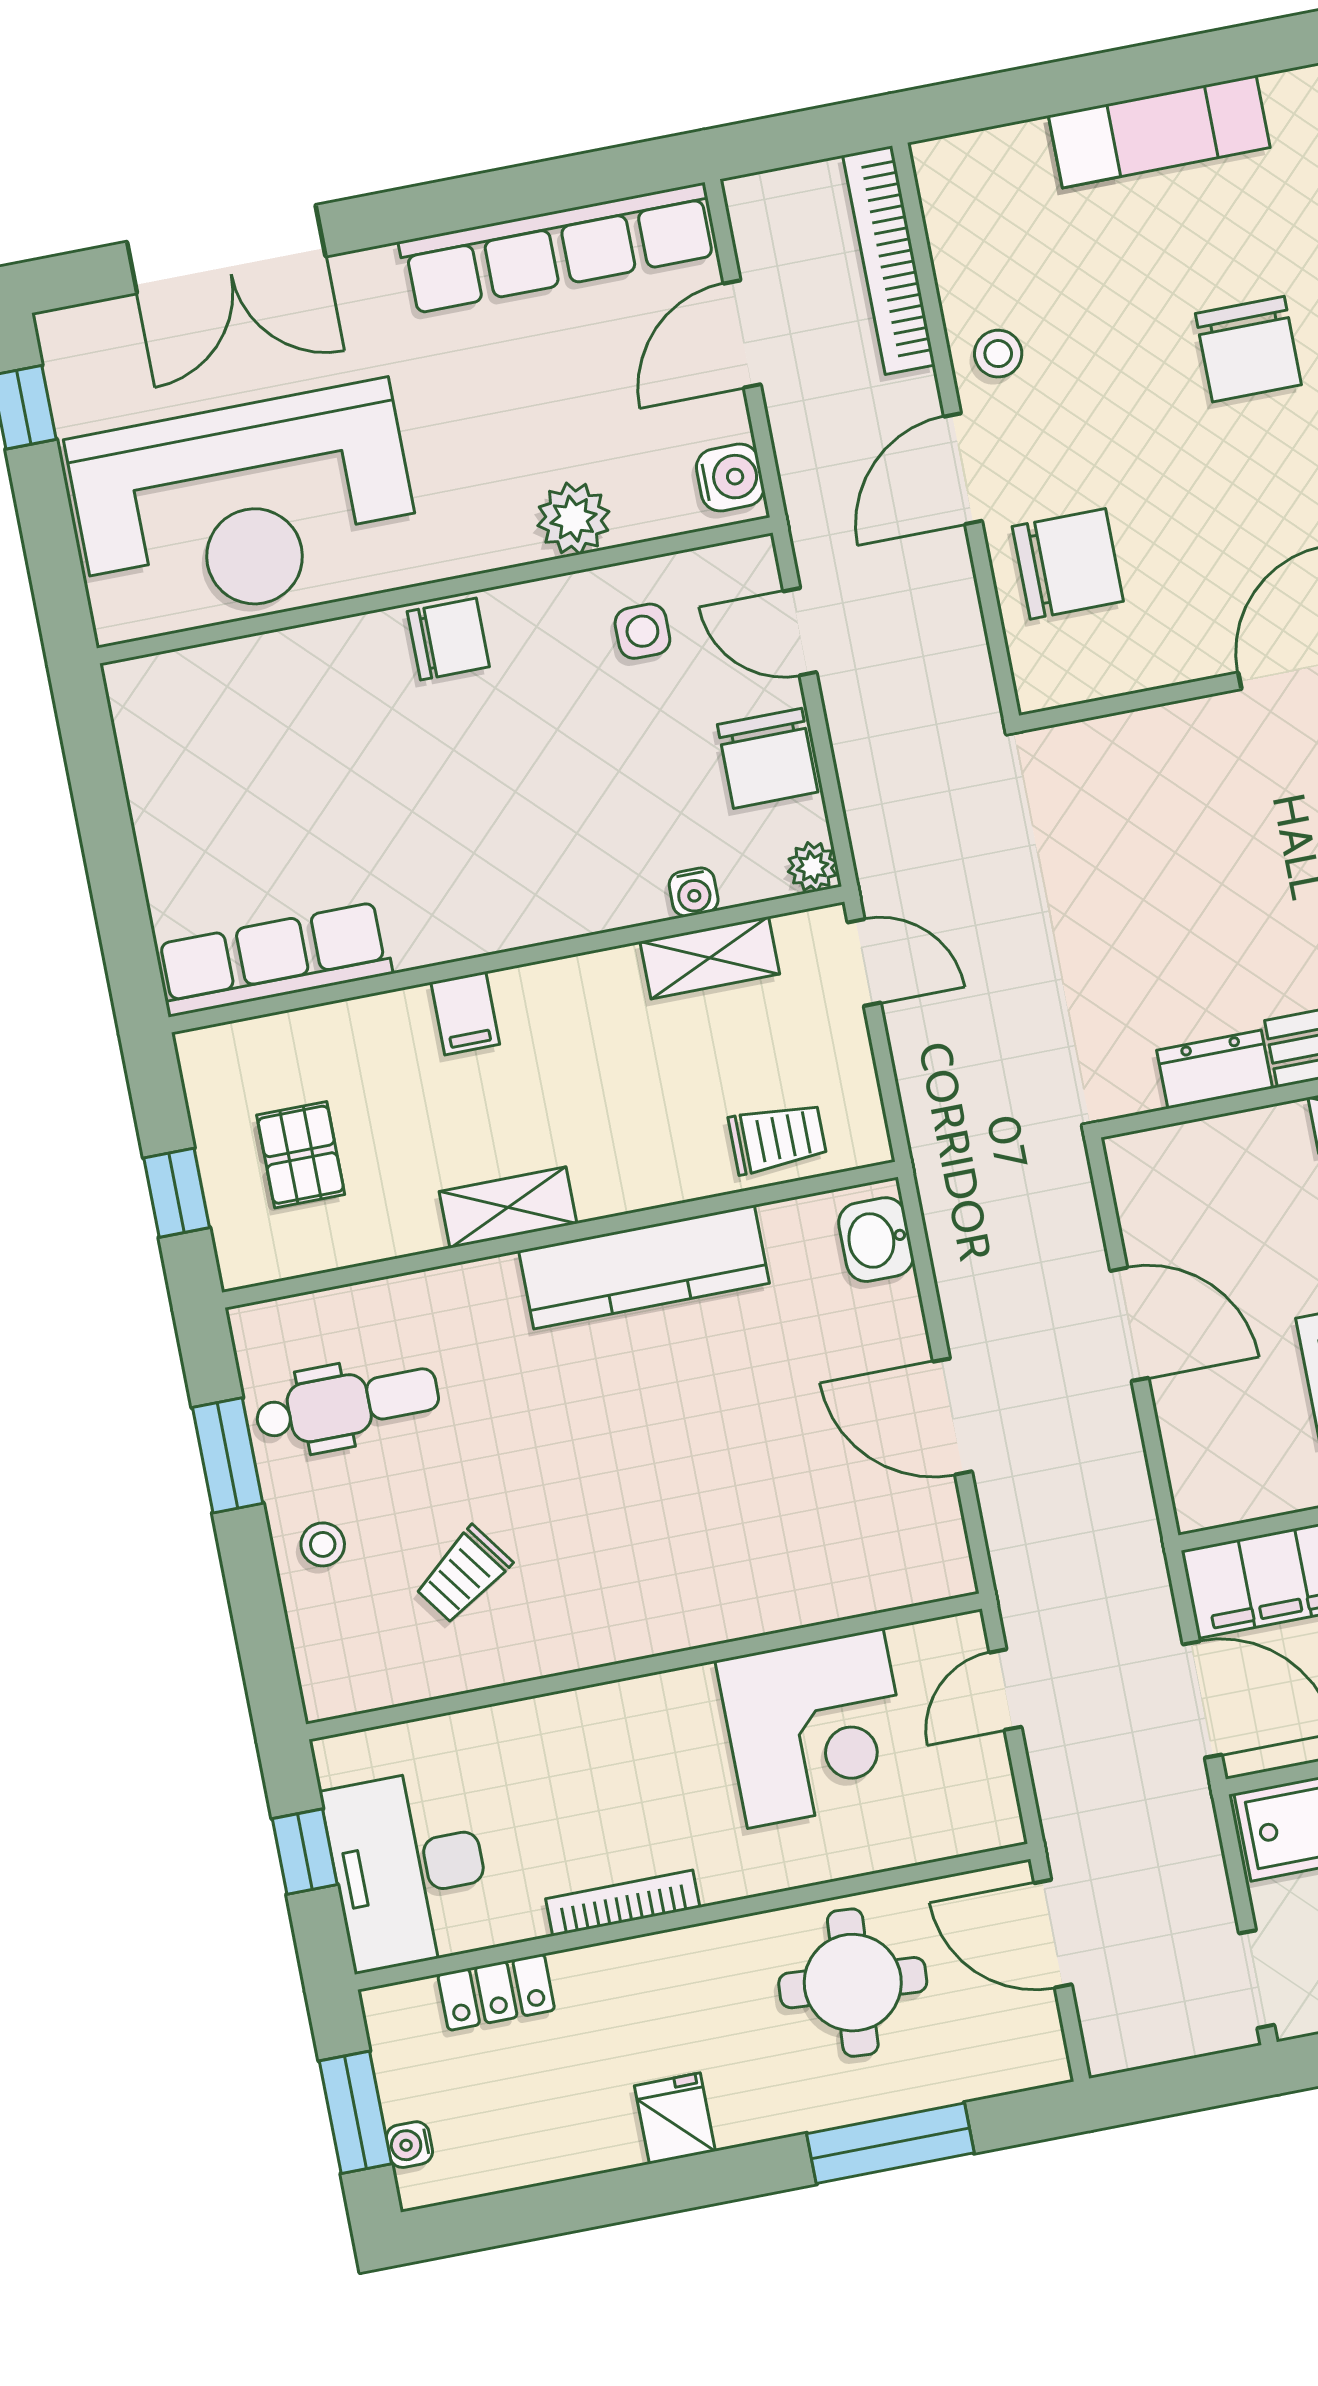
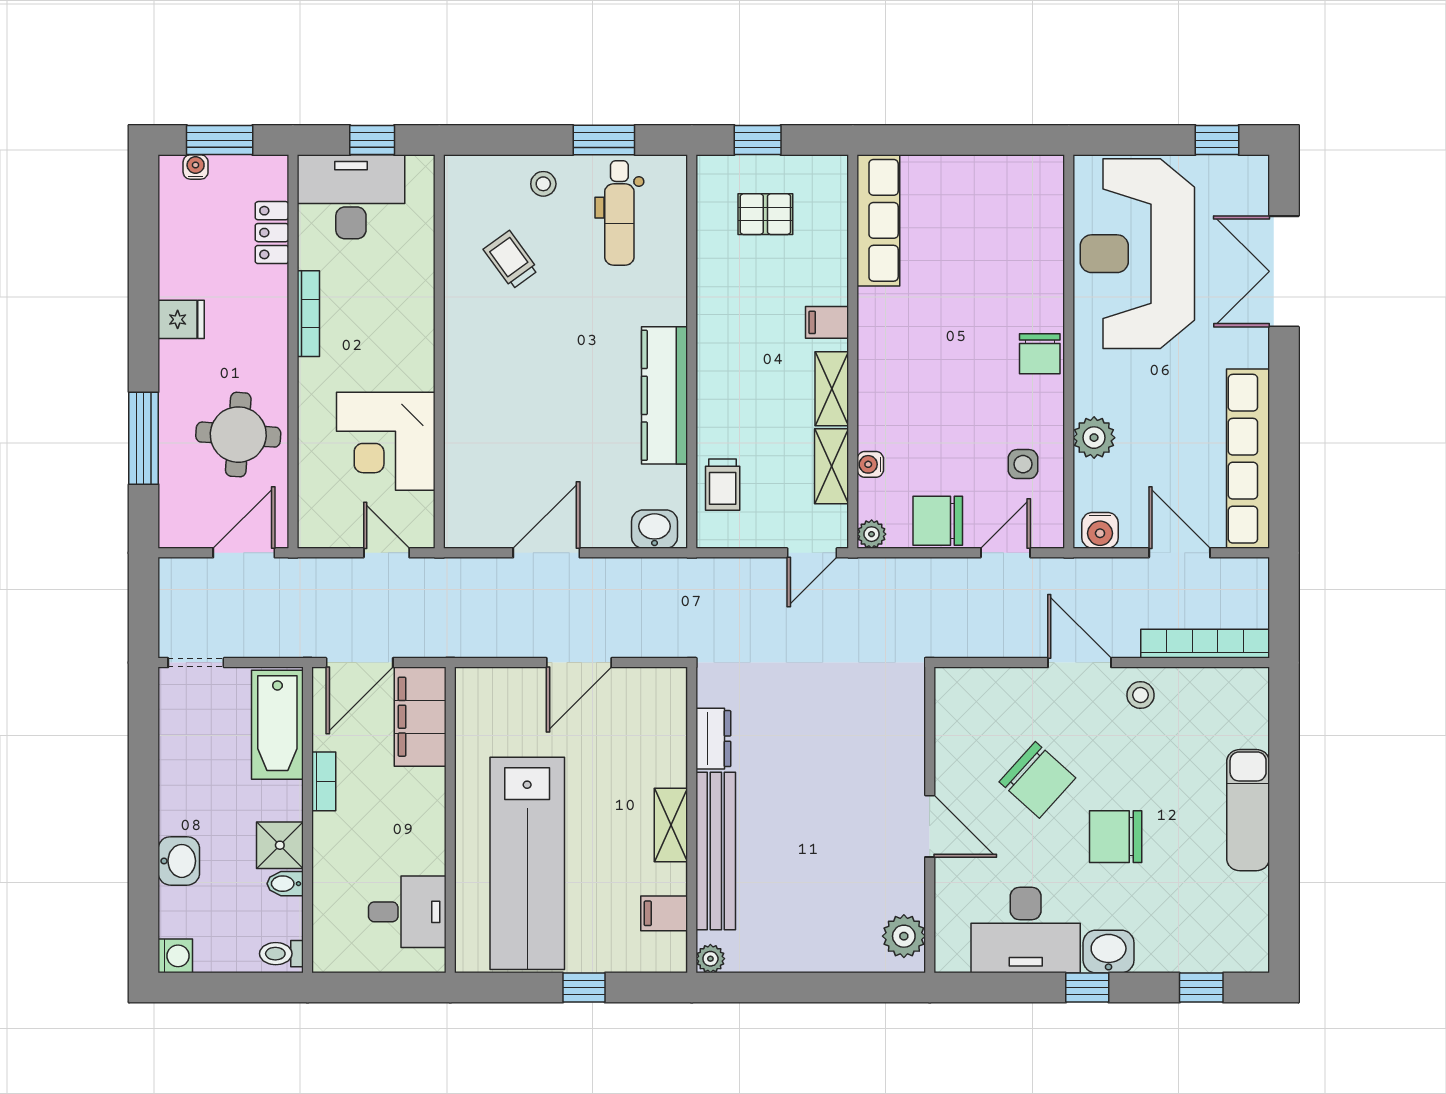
chair: (1068, 564) -> (1037, 780), moved, turned -48
shelving: (508, 1208) -> (832, 389), moved

